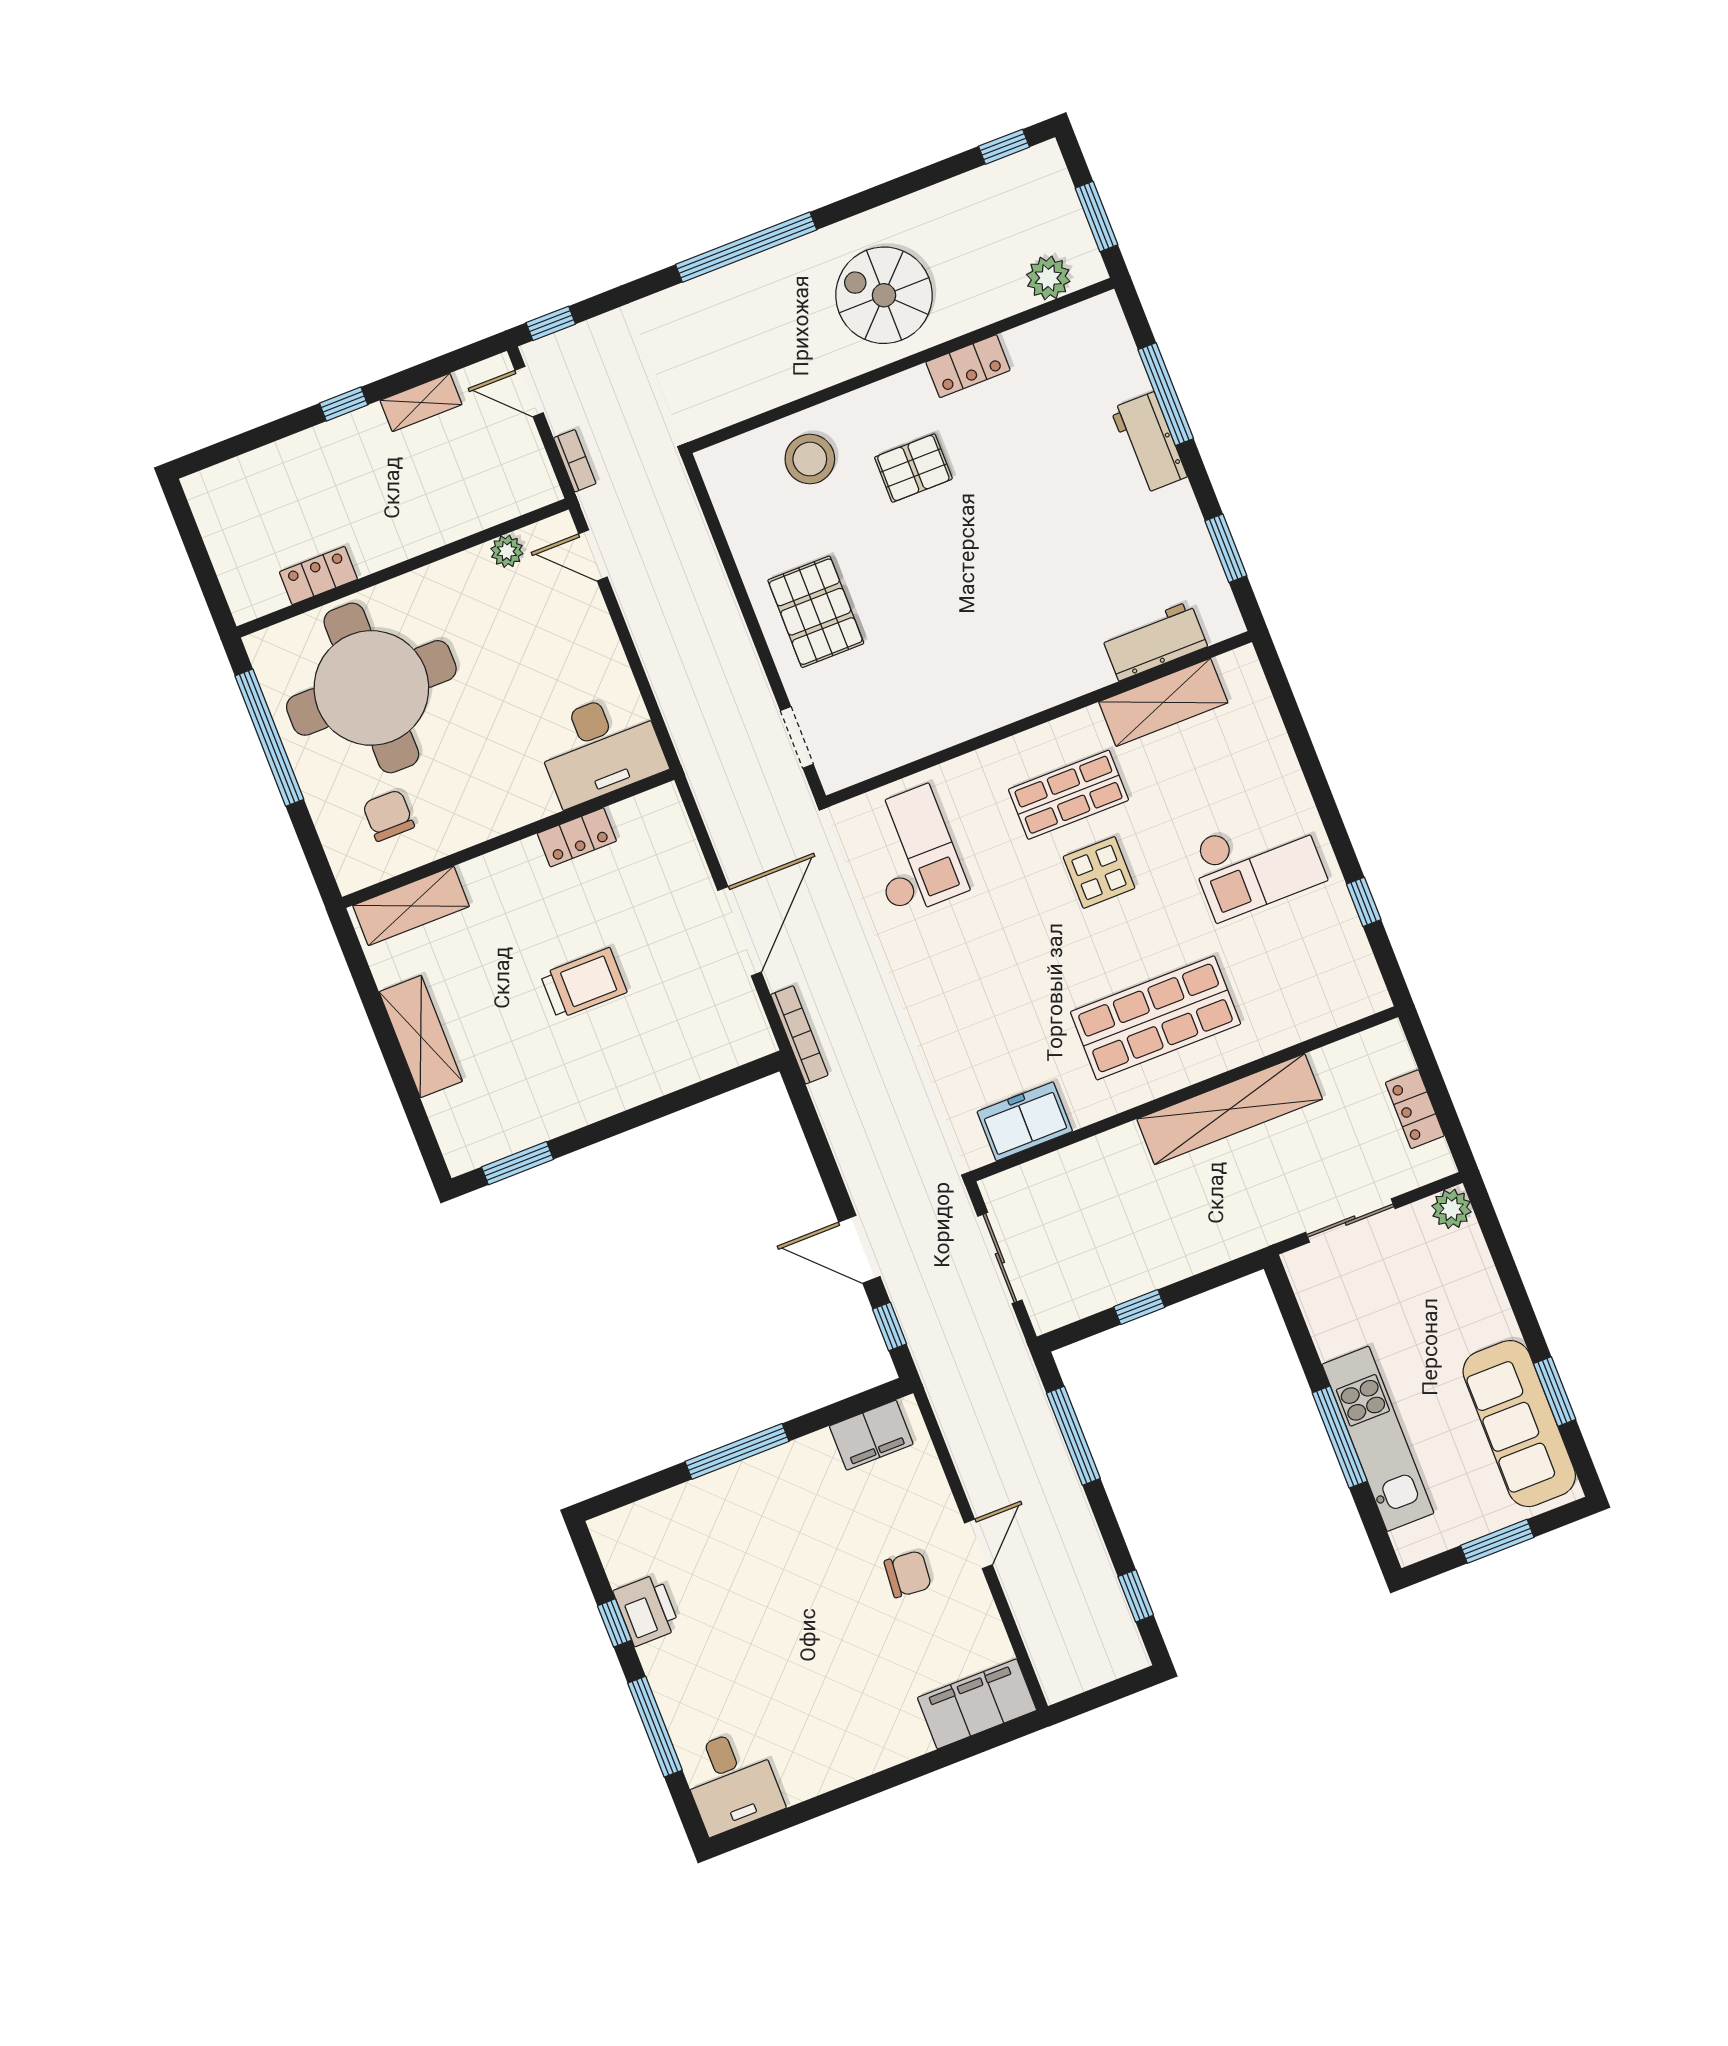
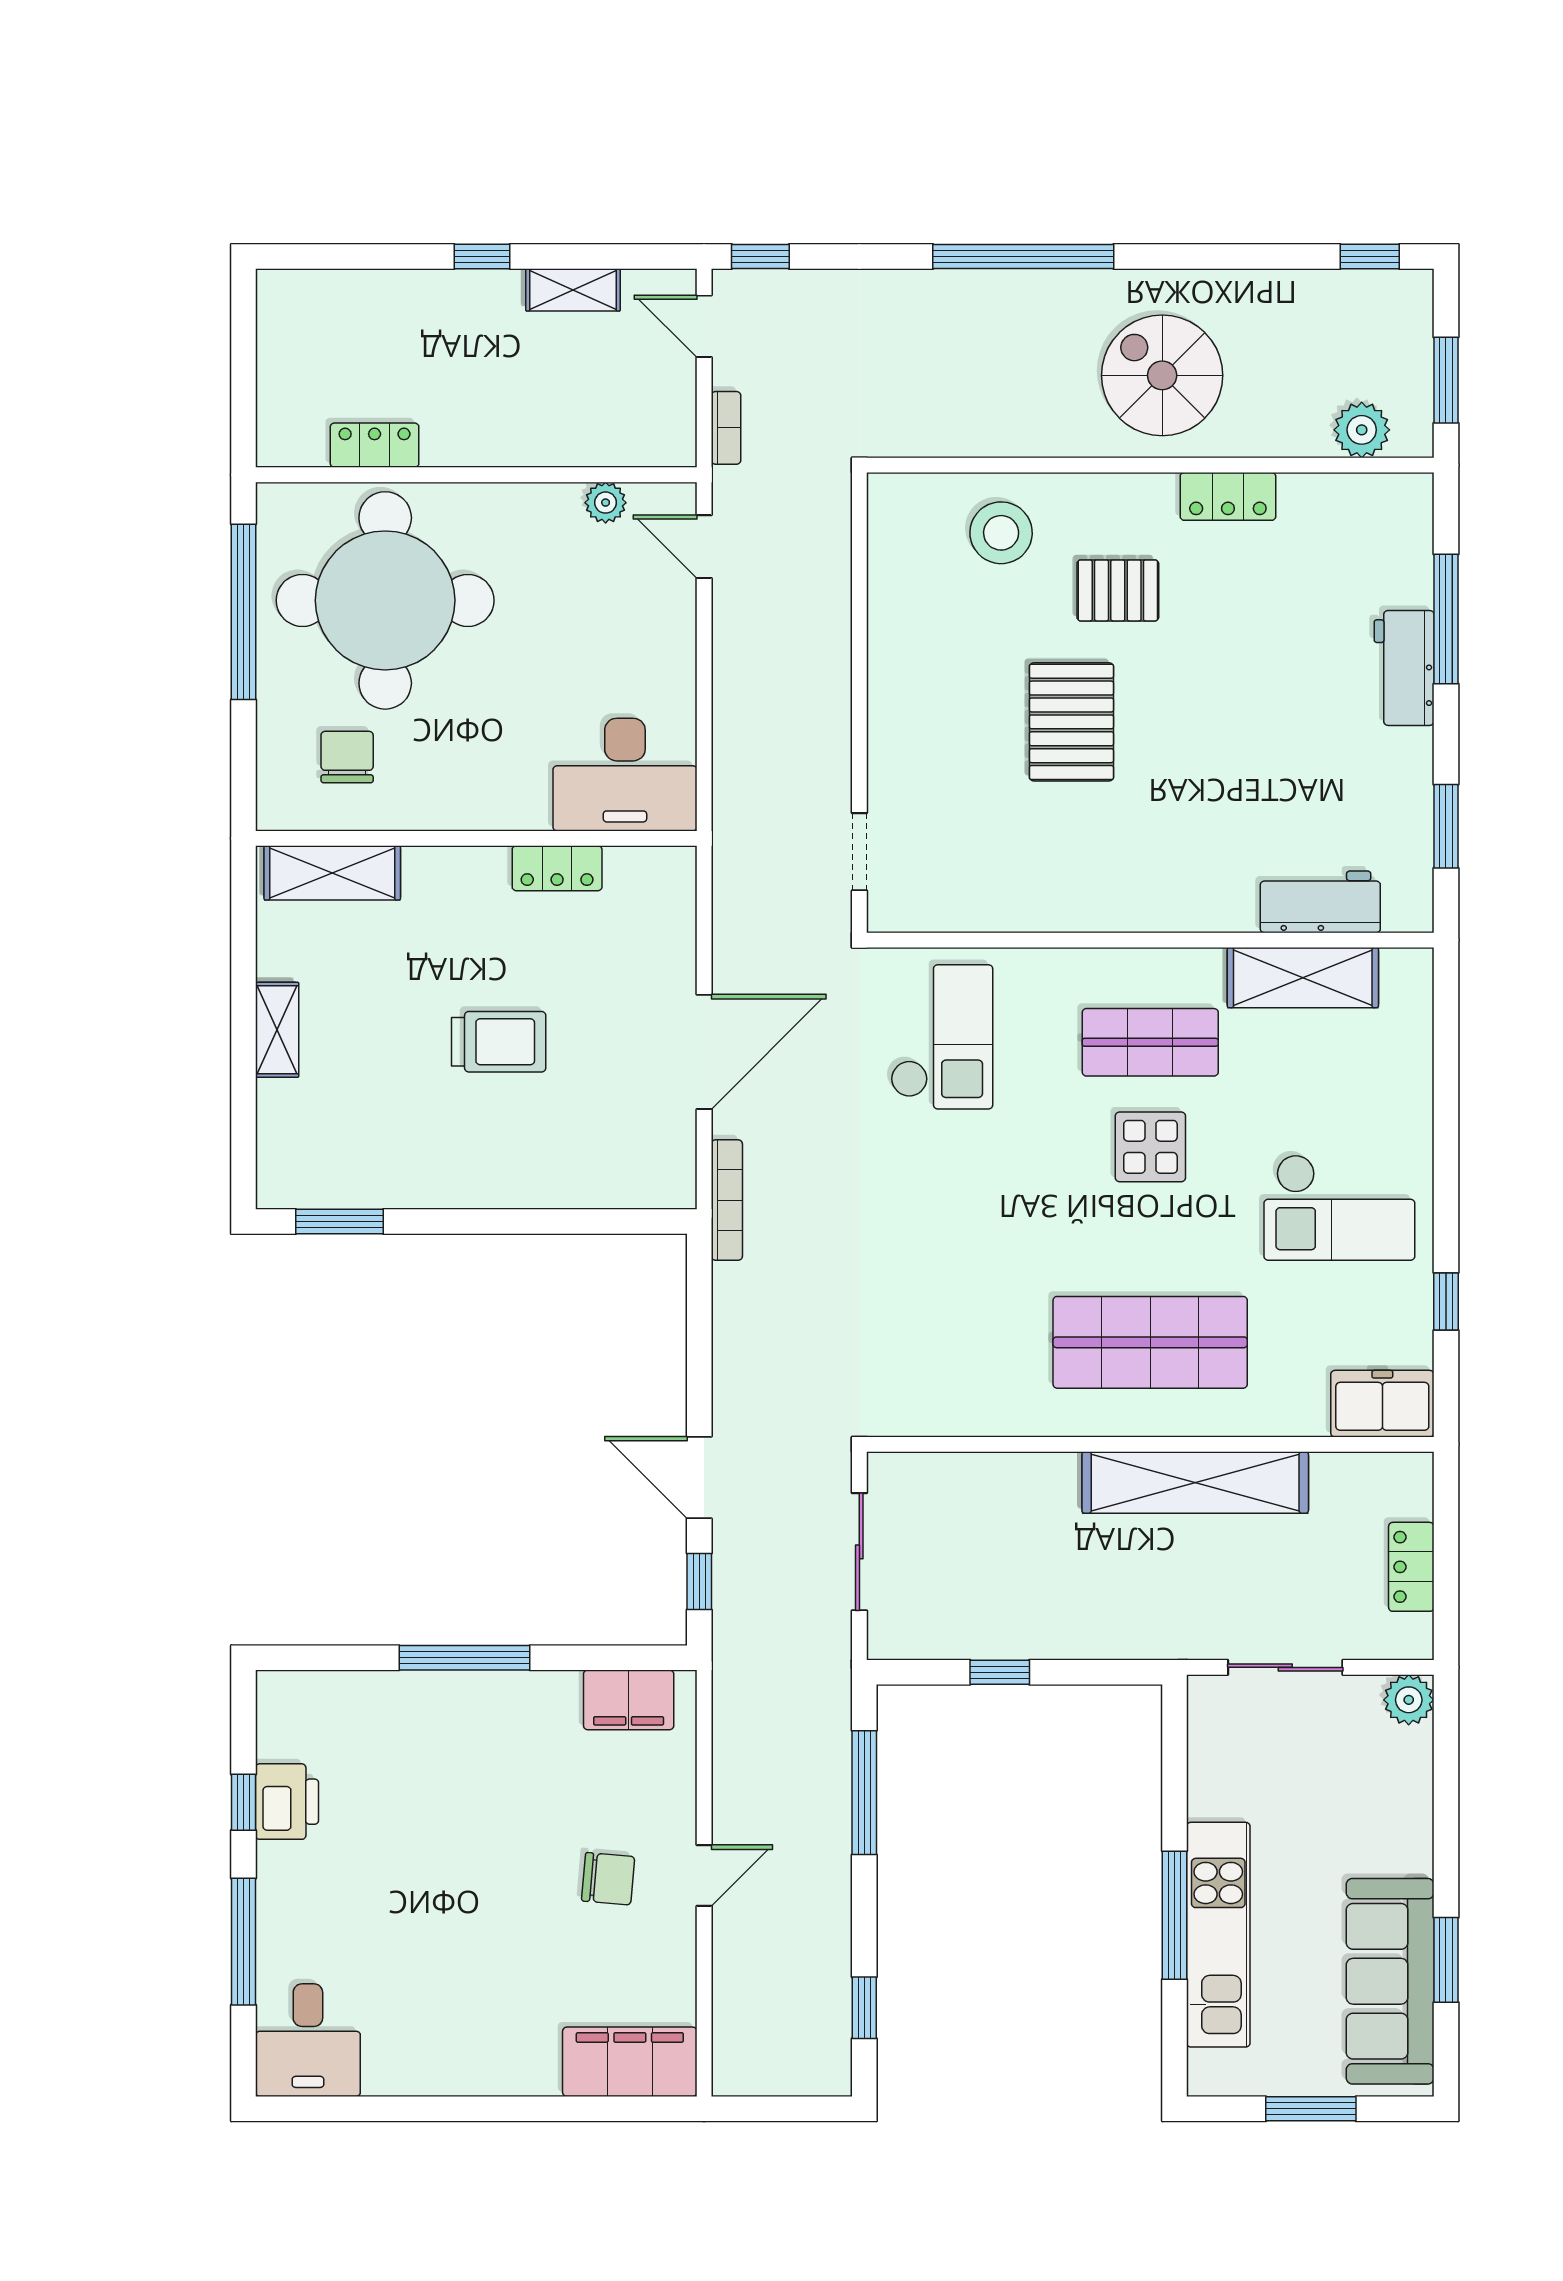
pallet: (816, 612) -> (1071, 722), moved
shelving: (421, 1037) -> (277, 1030), width x0.67, depth x0.75
freezer: (1025, 1121) -> (1382, 1404), moved

